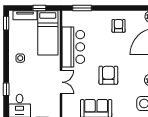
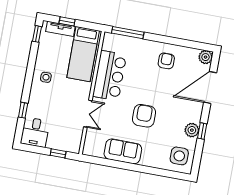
window: (39, 8) -> (67, 21), moved
window: (82, 8) -> (128, 33), width x1.44

